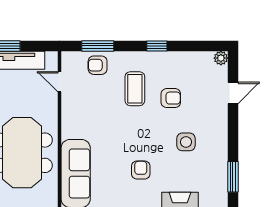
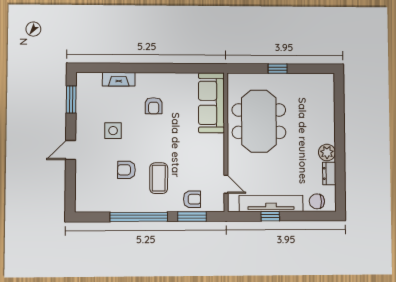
window: (157, 46) -> (139, 217), width x3.17
plant: (221, 58) -> (81, 206), removed
door: (233, 93) -> (71, 150), moved

